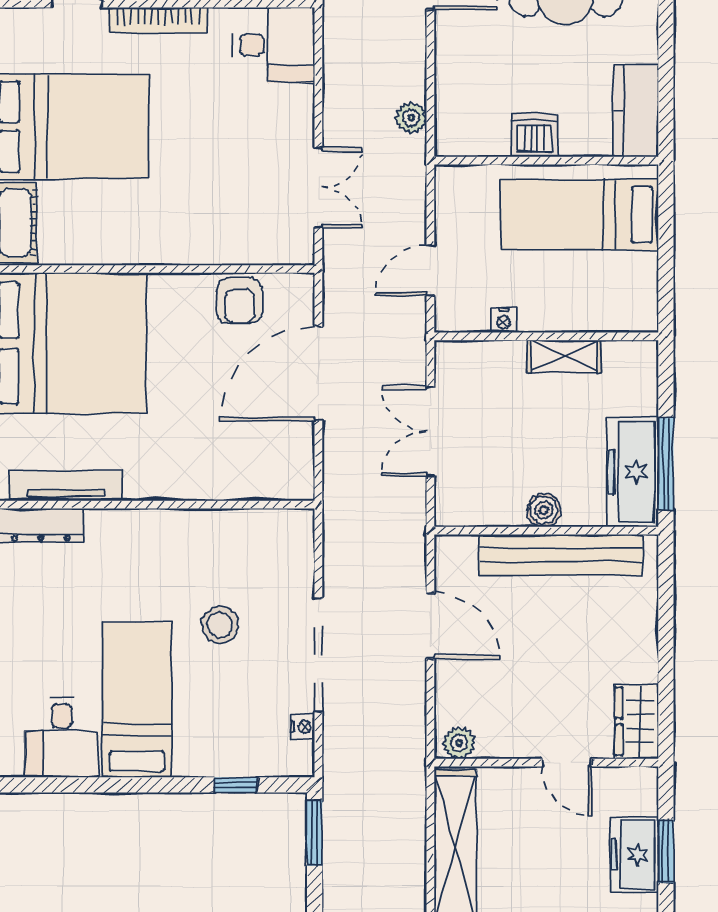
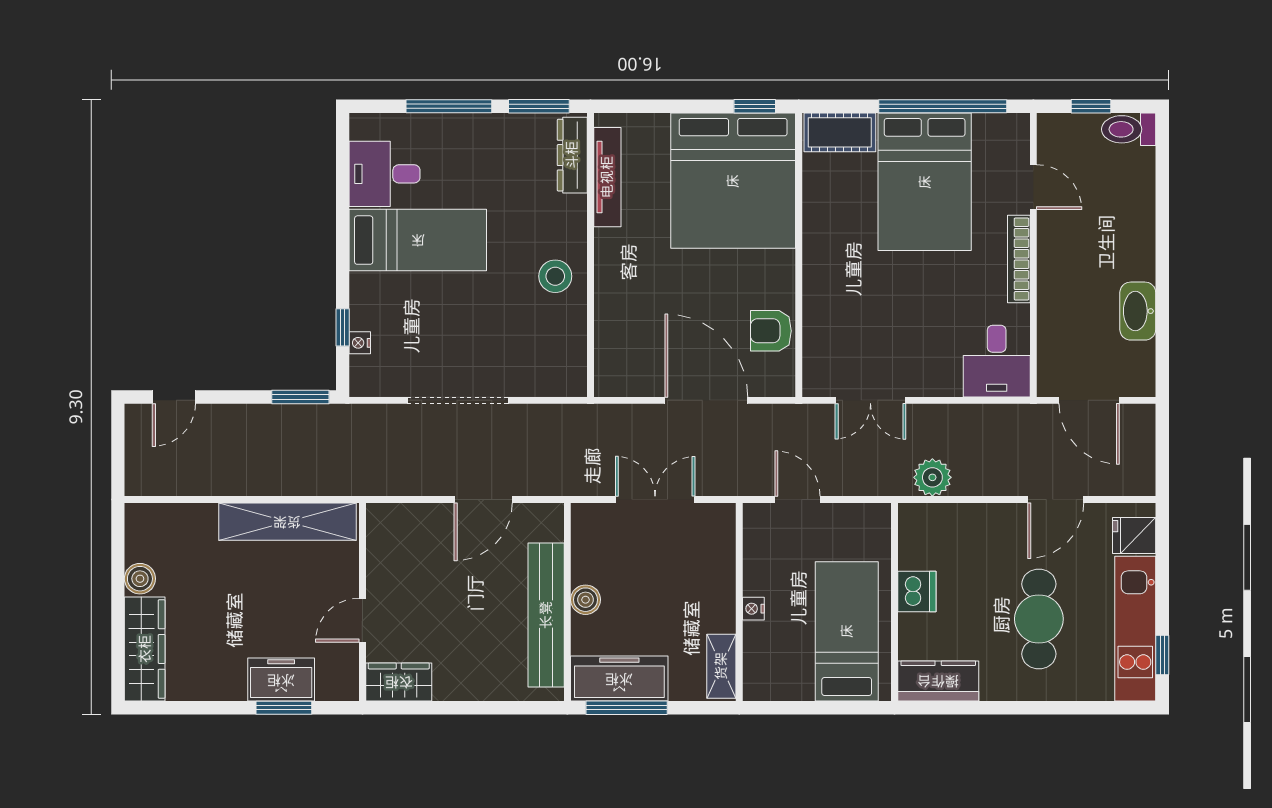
plant: (411, 118) -> (932, 477), width x1.38, depth x1.38
nightstand: (504, 320) -> (753, 609), moved
shelving: (564, 356) -> (721, 666), moved
stool: (220, 625) -> (555, 276), moved
nightstand: (303, 727) -> (360, 343), moved, turned 90
plant: (459, 743) -> (380, 525), removed

